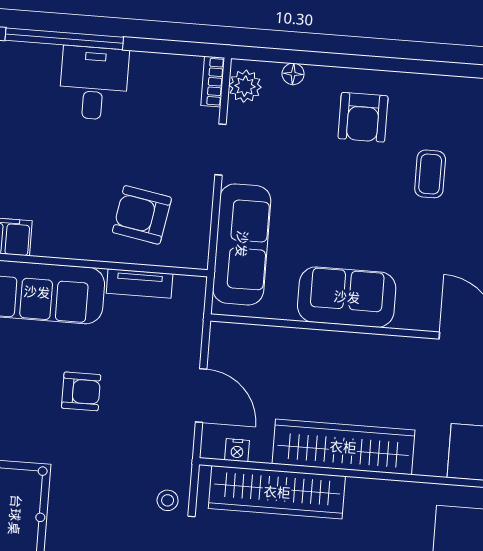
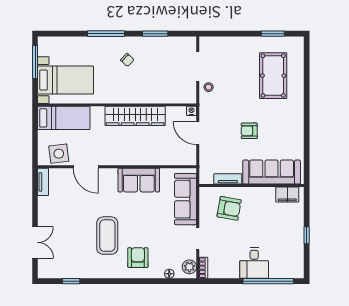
coffee table: (430, 174) -> (107, 236), width x1.86, depth x1.72
nightstand: (237, 450) -> (191, 111), moved
wardrobe: (277, 492) -> (162, 94), removed

